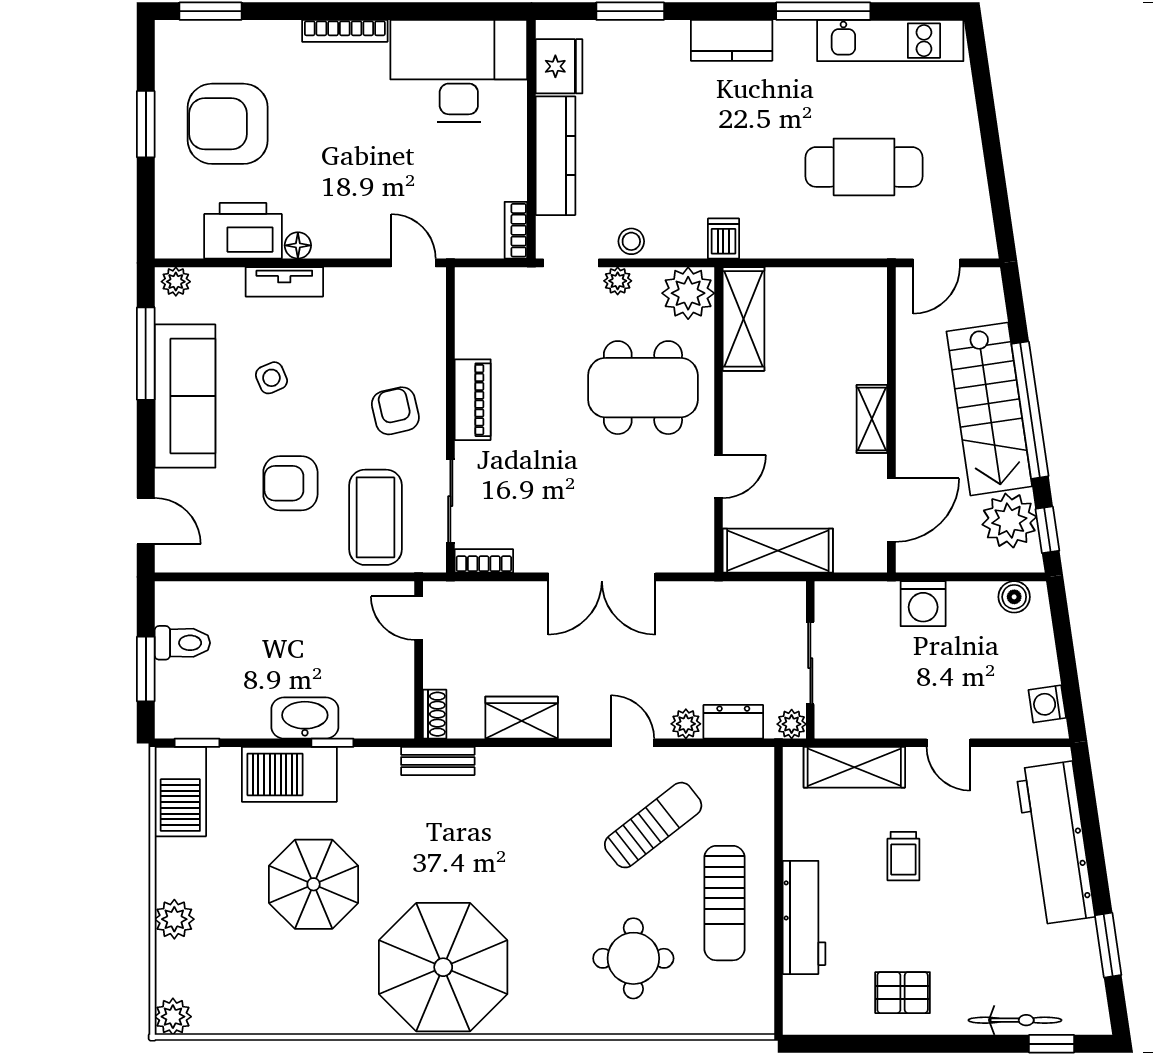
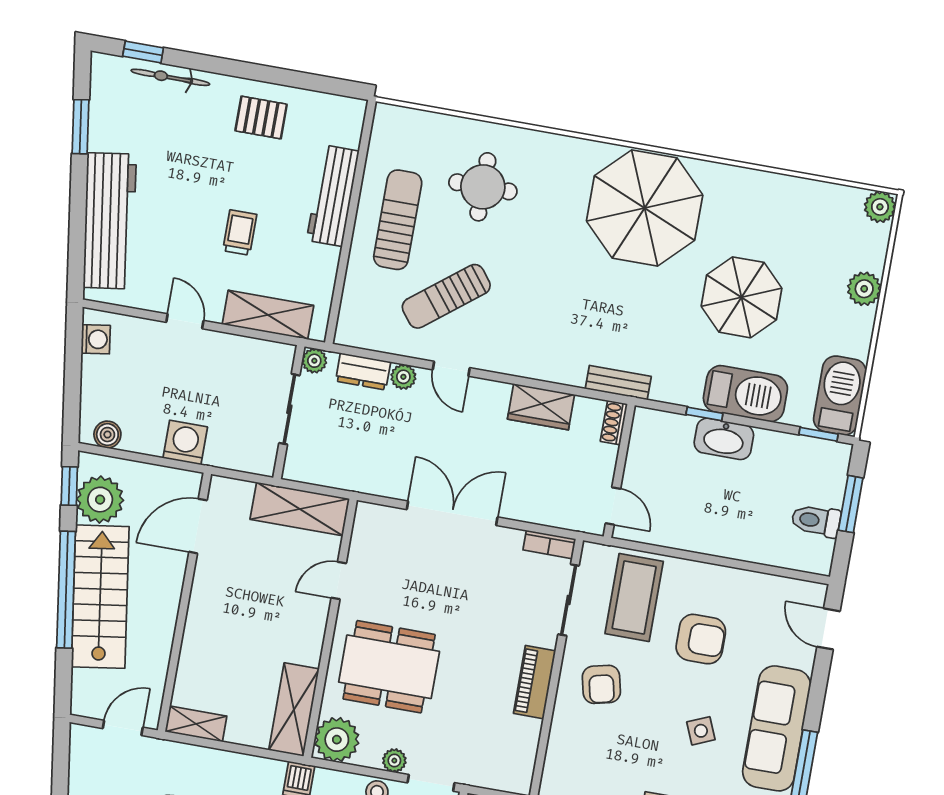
shelving: (872, 419) -> (196, 724), moved, turned 90

